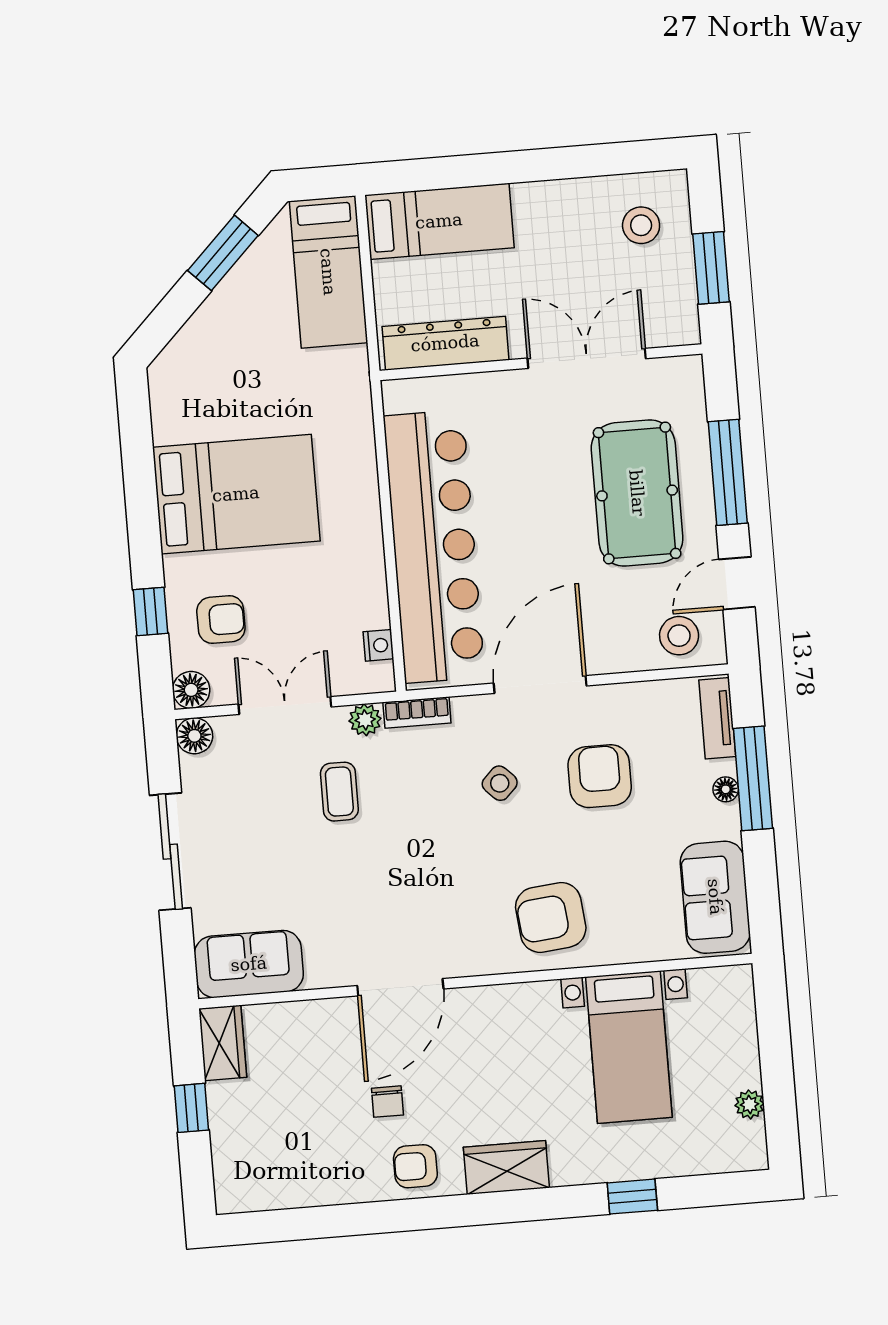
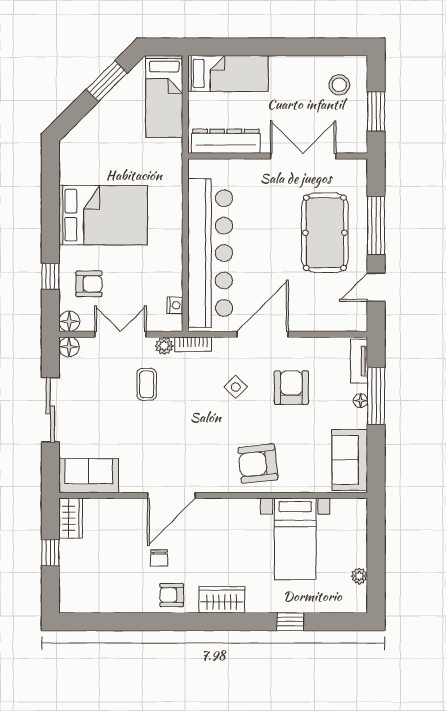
stool: (679, 636) -> (342, 314), removed

